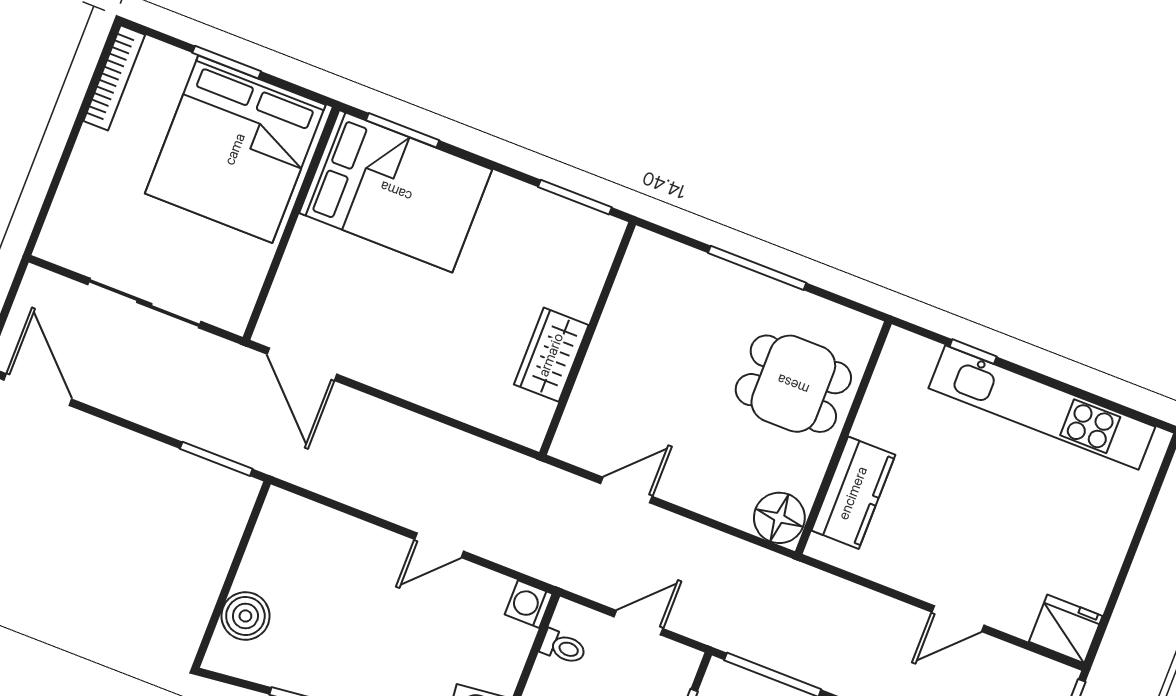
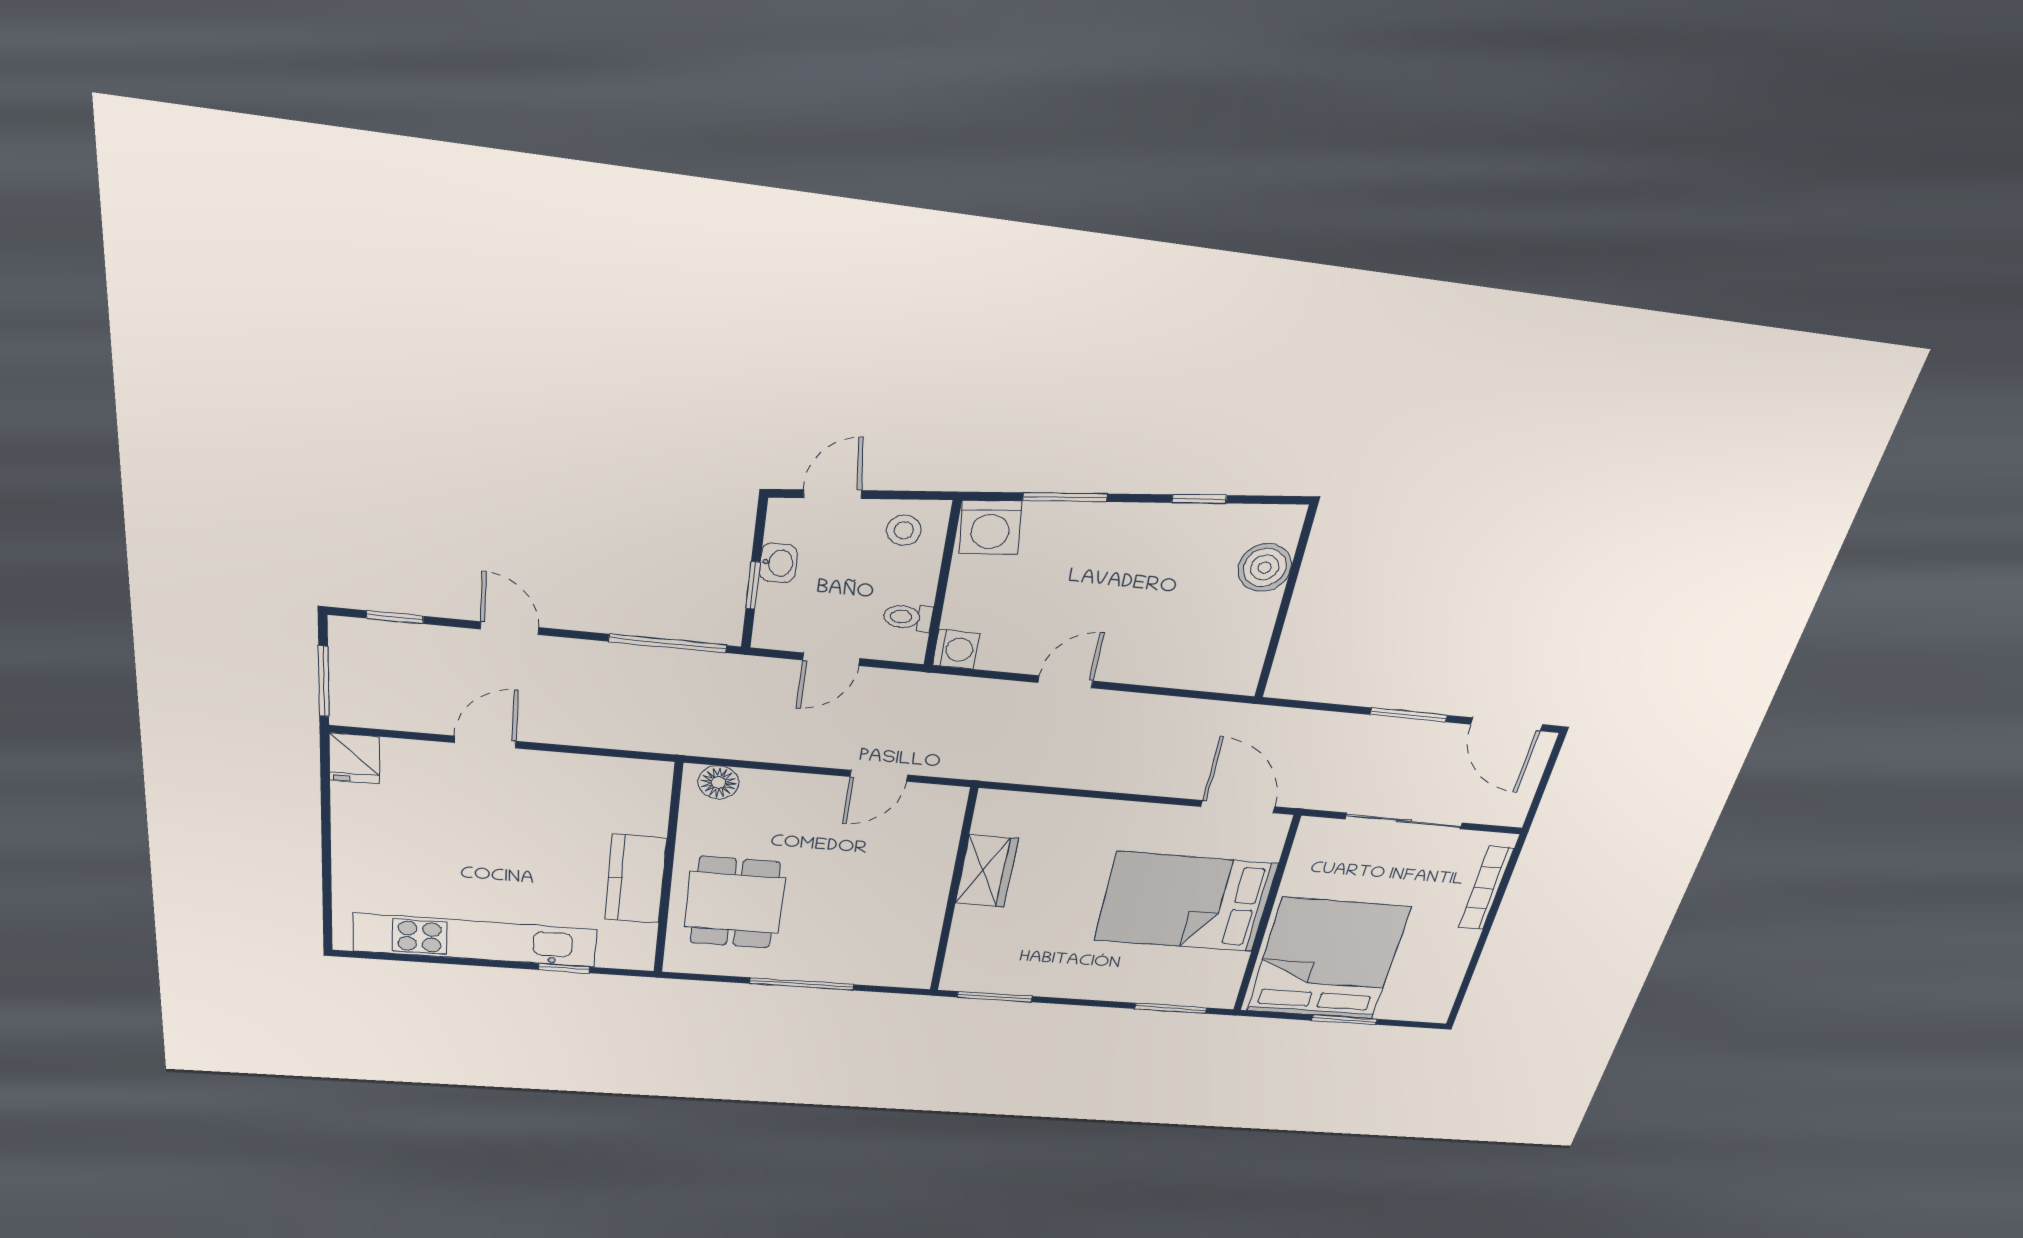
bookcase: (114, 78) -> (1486, 888), moved
bed: (396, 191) -> (1186, 902), moved
dining table: (793, 384) -> (735, 903), turned 90
window: (216, 459) -> (1409, 715), moved
kitchen counter: (853, 493) -> (636, 879), moved
floor lamp: (779, 518) -> (718, 782), width x0.73, depth x0.73
fridge: (1066, 629) -> (354, 758), width x0.72

